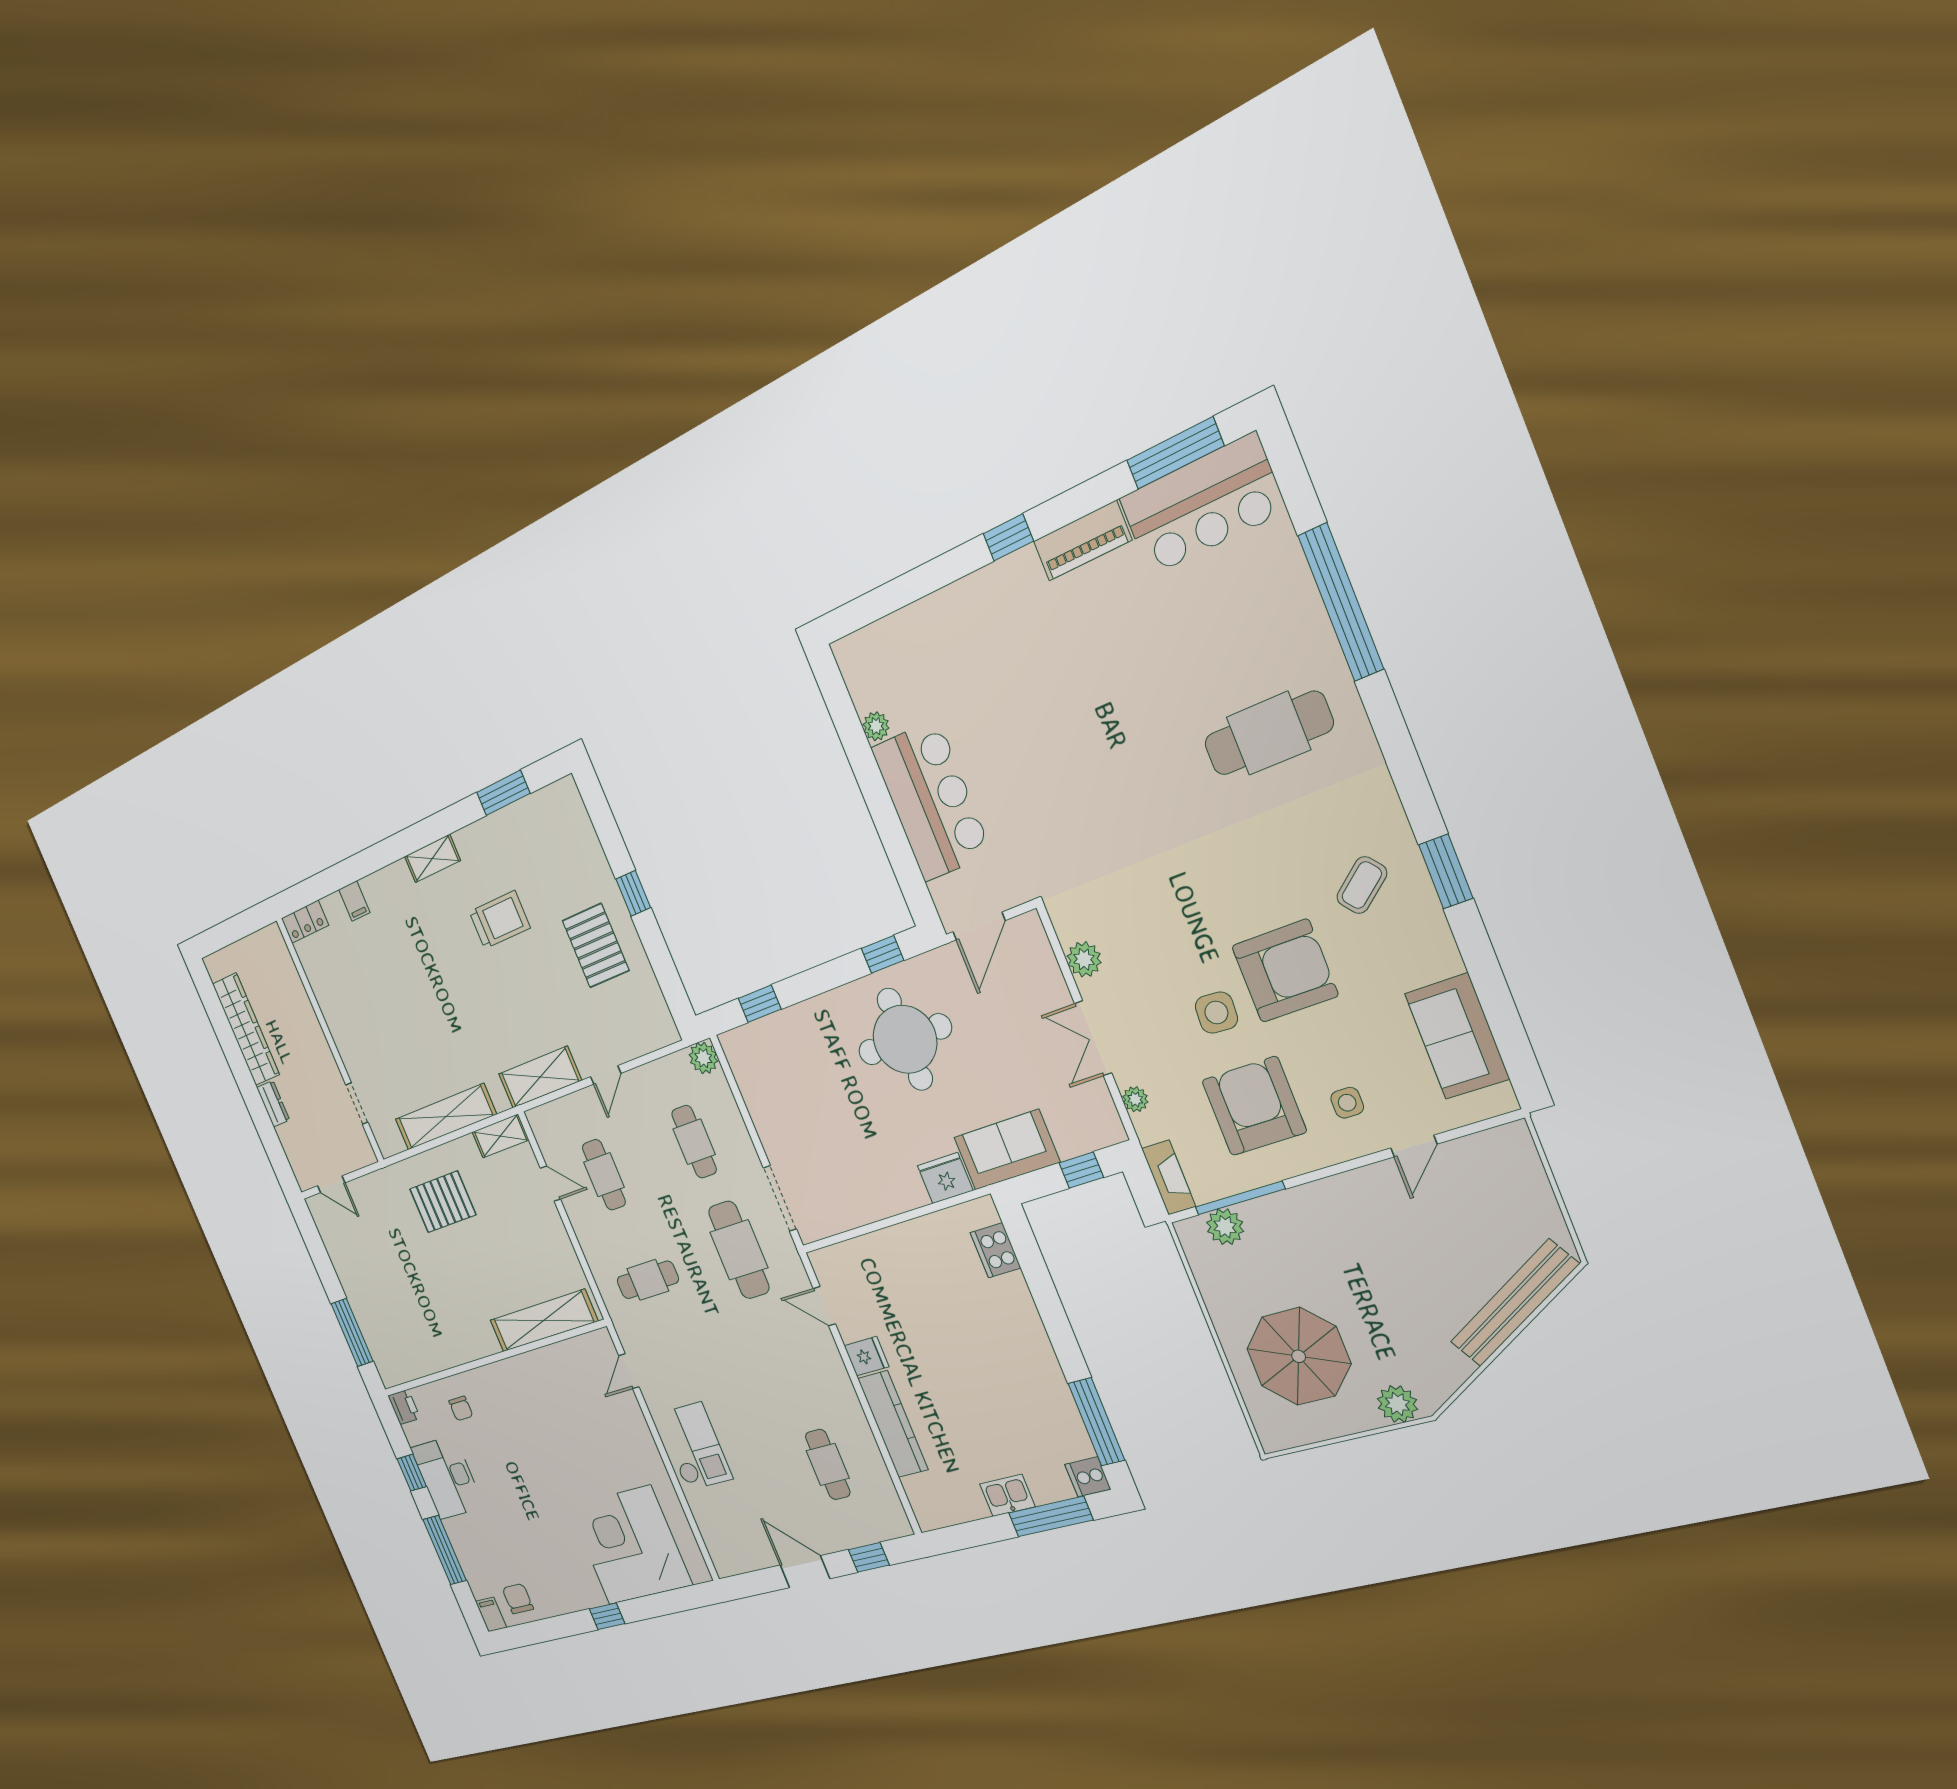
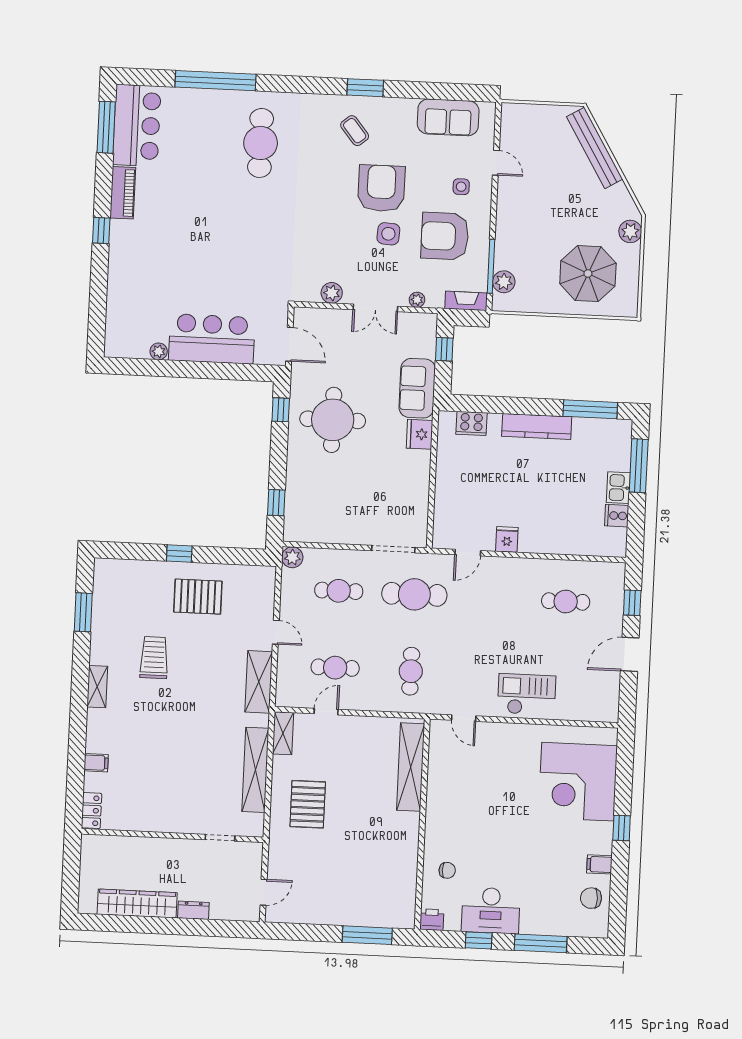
kitchen counter: (893, 1424) -> (537, 426), moved, turned 180
cooker: (1088, 1477) -> (617, 516), moved, turned 90
filing cabinet: (491, 1614) -> (599, 864), moved

